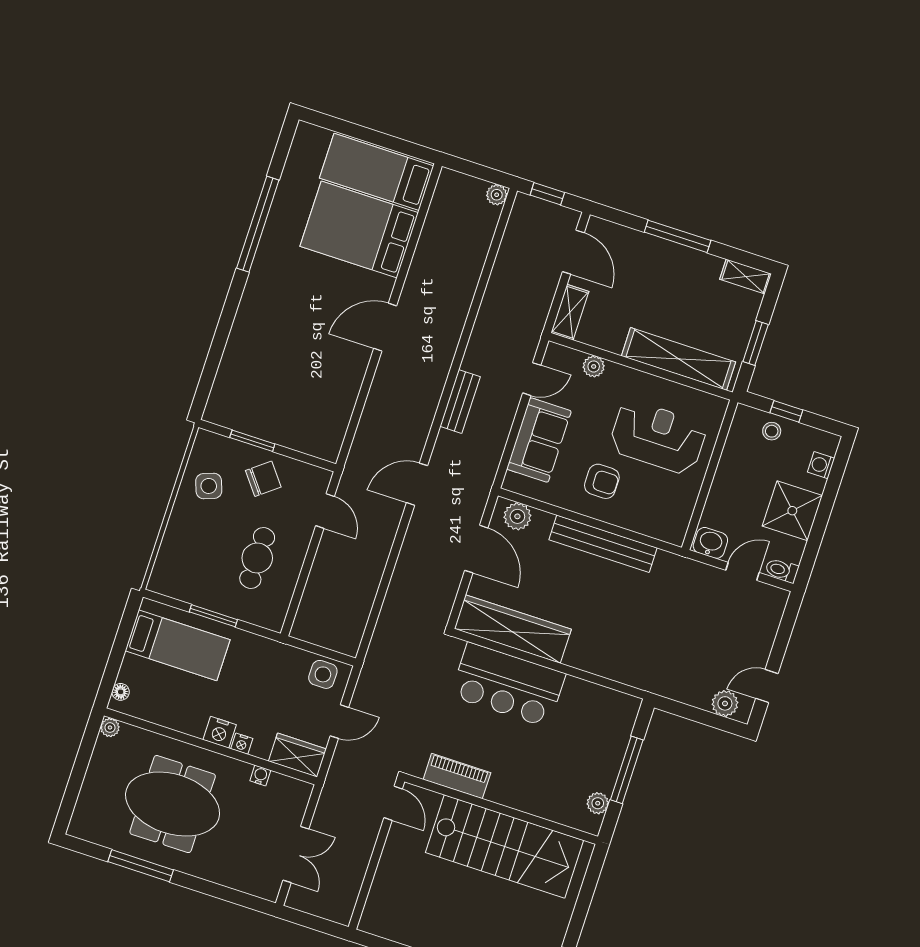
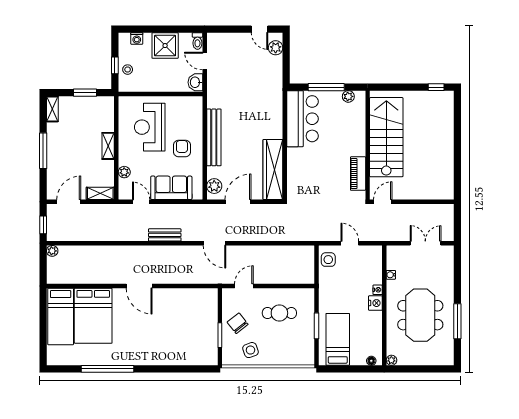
shelving: (679, 359) -> (108, 146), width x0.45, depth x0.75
bar counter: (508, 685) -> (302, 119), moved
wardrobe: (297, 755) -> (374, 259), removed

